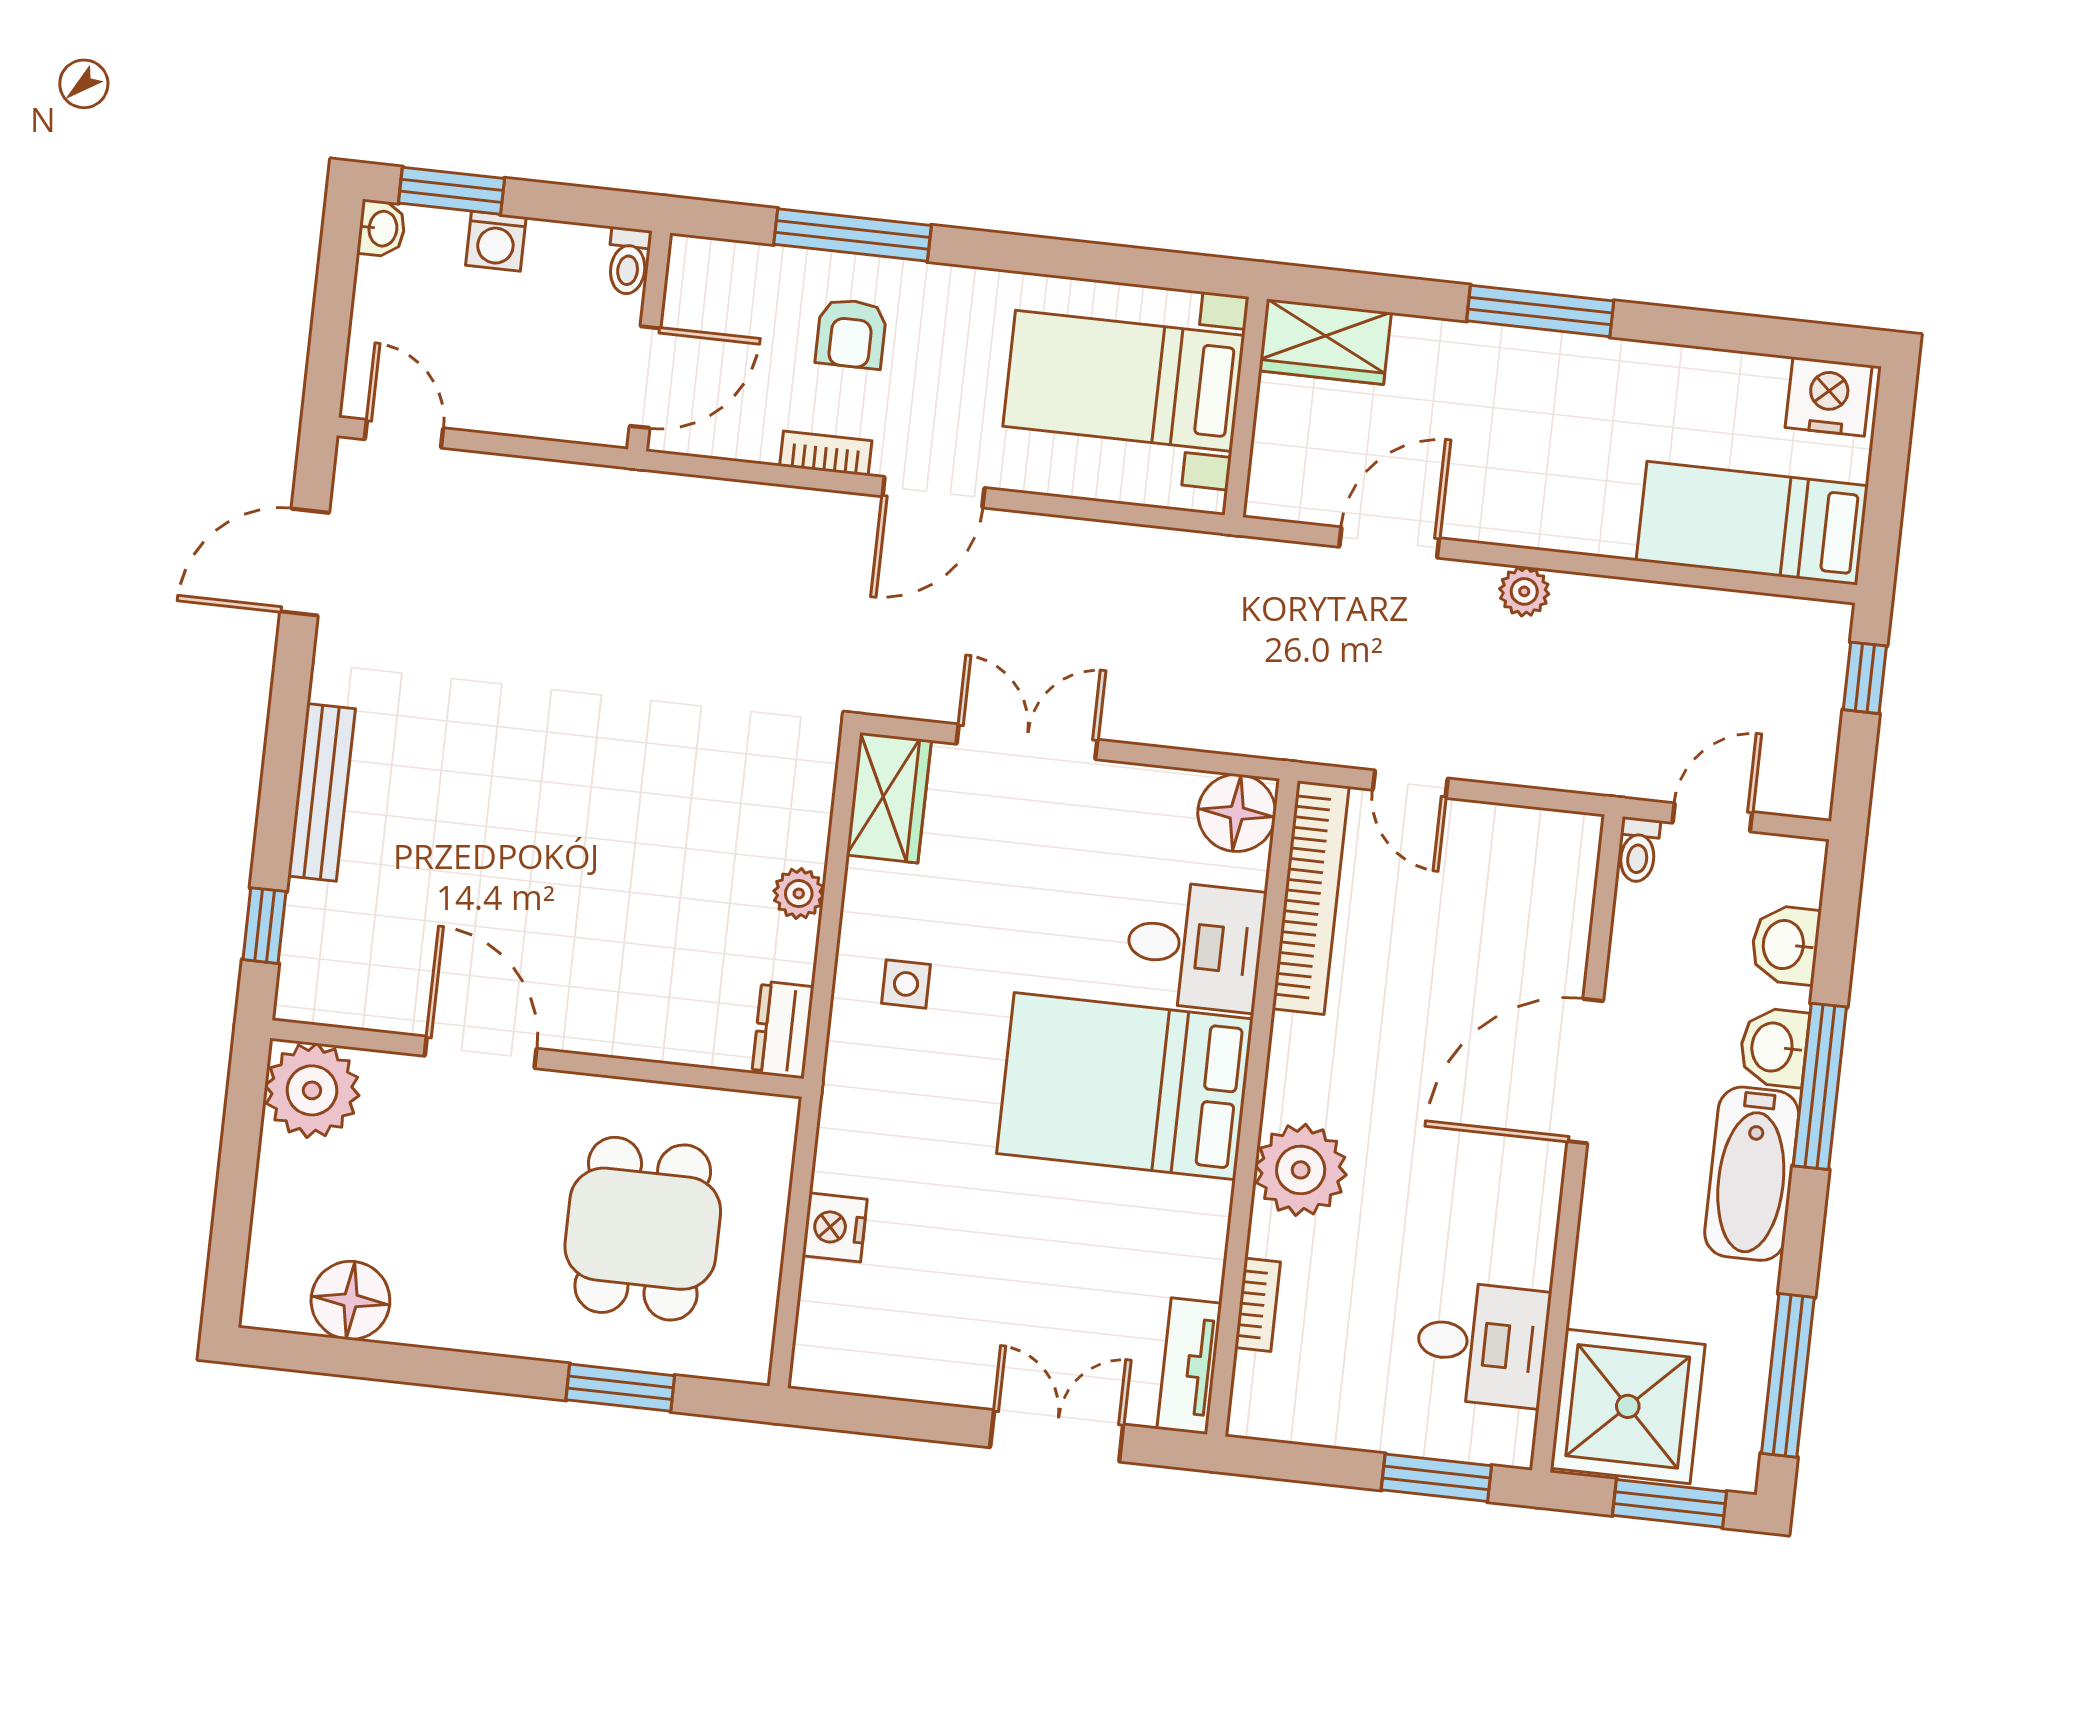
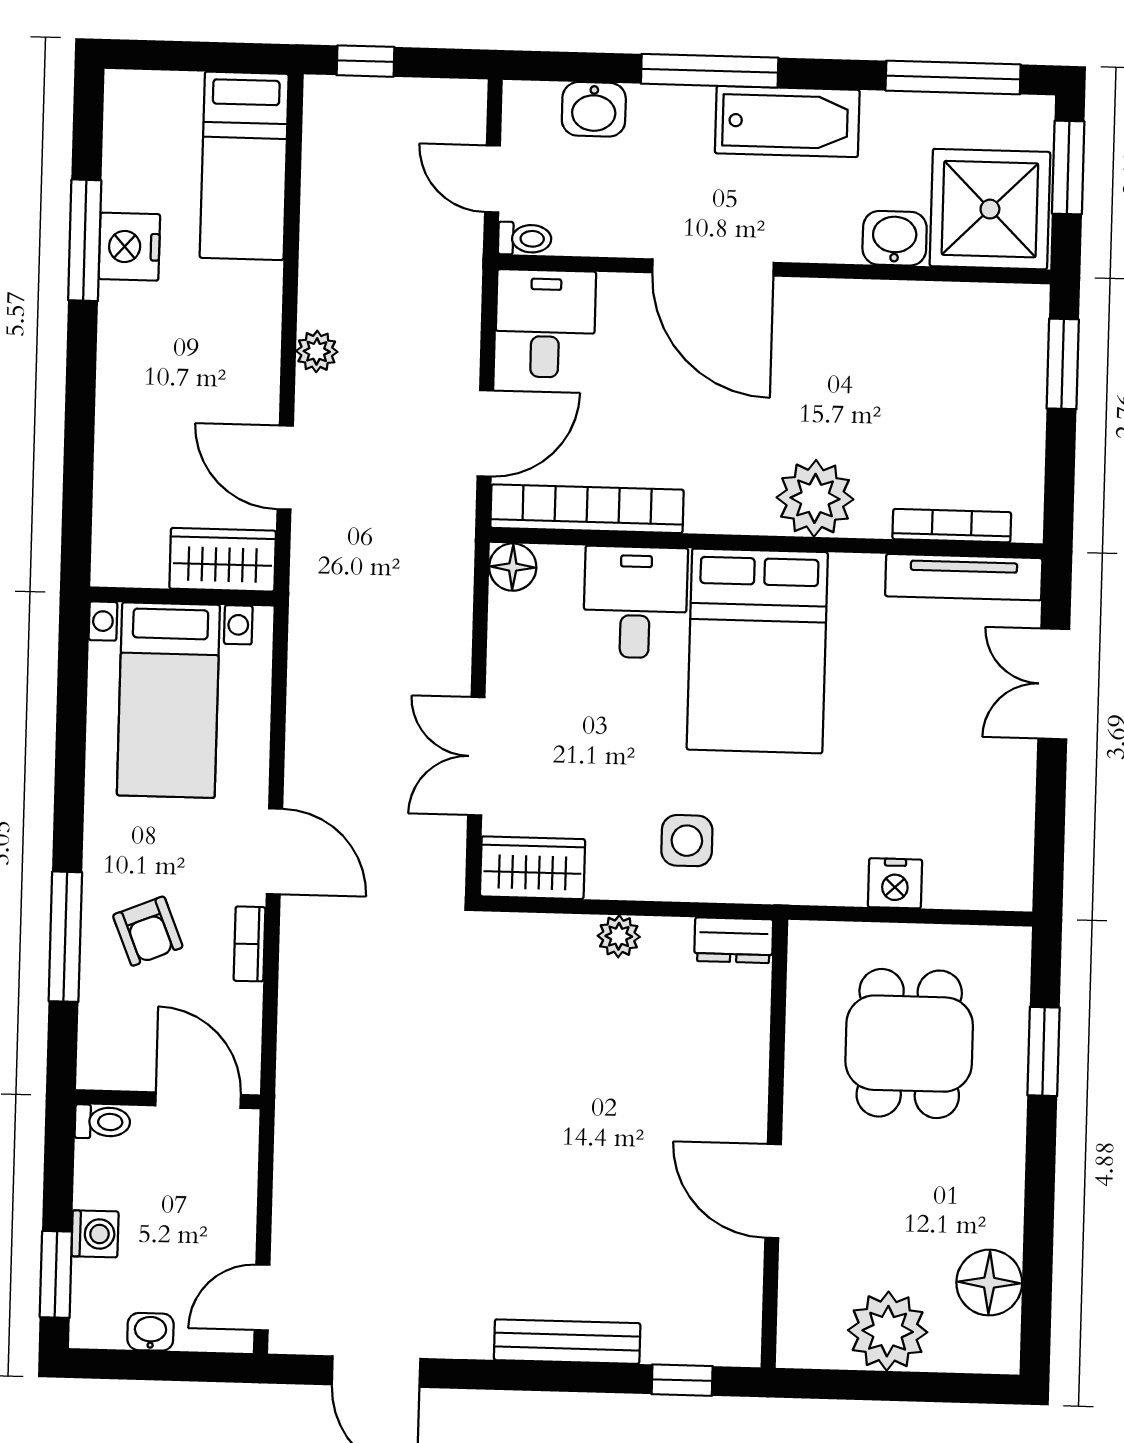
washbasin: (382, 228) -> (150, 1332), moved
window: (1540, 311) -> (85, 240), moved
armchair: (851, 334) -> (148, 931), turned 68
wardrobe: (1325, 342) -> (223, 560), moved, turned -90
nightstand: (1829, 397) -> (129, 247), moved
door: (1410, 784) -> (485, 433), width x1.38
floor lamp: (1237, 813) -> (513, 567), width x0.73, depth x0.73
side table: (906, 984) -> (687, 841), width x1.37, depth x1.37
washbasin: (1774, 1047) -> (895, 238), moved, turned 180
door: (481, 1052) -> (773, 1191), hinge flipped
plant: (312, 1090) -> (888, 1331), moved
dining table: (643, 1229) -> (909, 1044), turned 90
bookcase: (1258, 1305) -> (952, 526), width x1.56
desk: (1482, 1344) -> (545, 324), moved
tv unit: (1189, 1366) -> (964, 577), width x1.41

